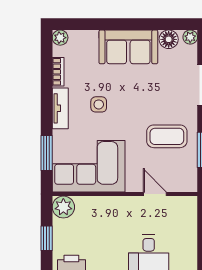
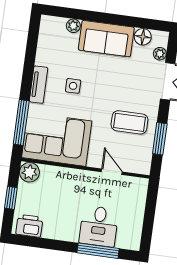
plant: (190, 37) -> (160, 54), moved
plant: (60, 38) -> (73, 26), moved
bookcase: (58, 72) -> (41, 52), removed
window: (47, 153) -> (21, 122), width x1.44

